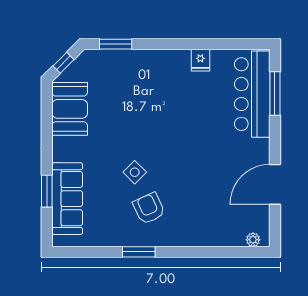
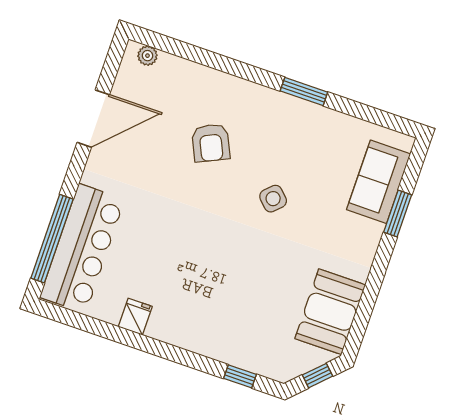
window: (116, 44) -> (240, 376), width x0.67
window: (275, 94) -> (52, 239), width x1.46
sofa: (67, 199) -> (379, 182), width x0.73
armchair: (149, 208) -> (211, 143), moved

